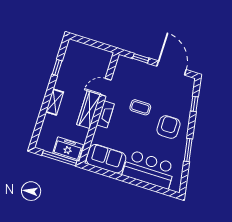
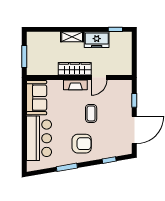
window: (57, 68) -> (115, 29), moved
door: (106, 87) -> (99, 77), swing flipped
freezer: (68, 149) -> (97, 40), moved, turned 90
window: (59, 158) -> (24, 57), width x0.69

